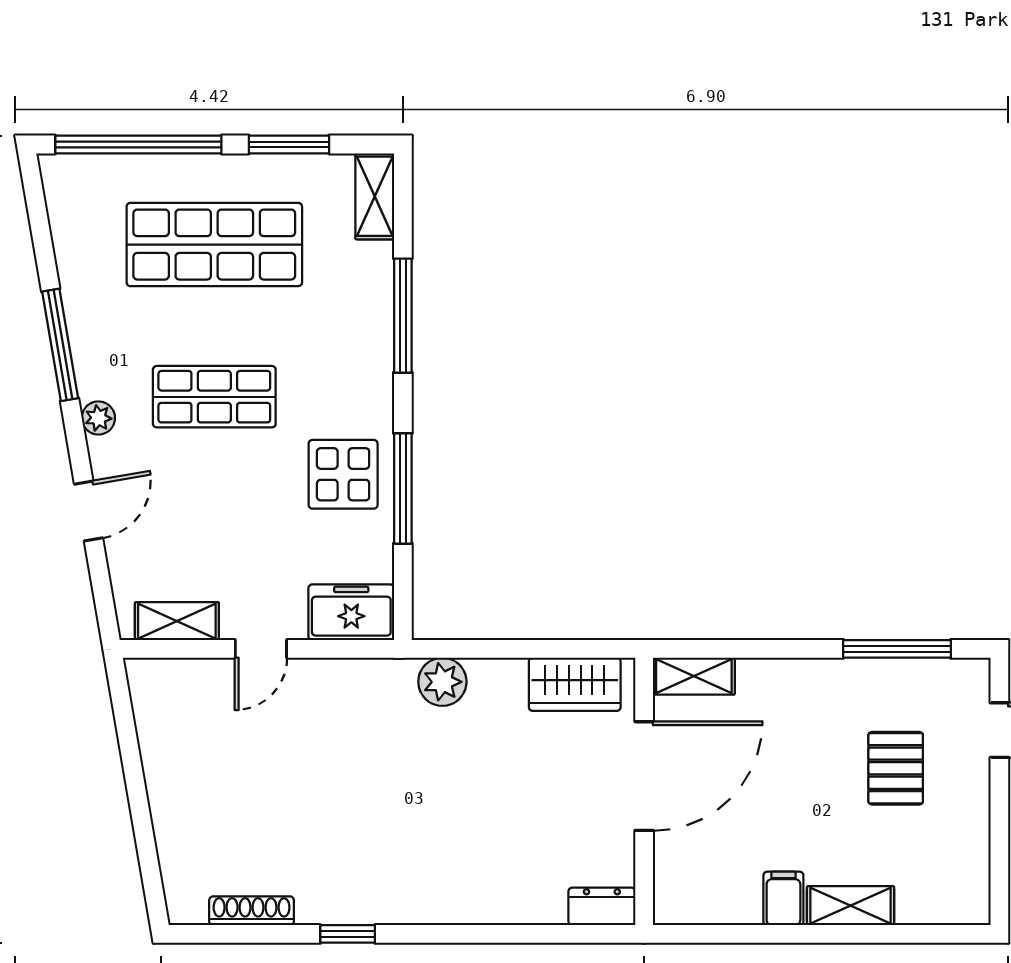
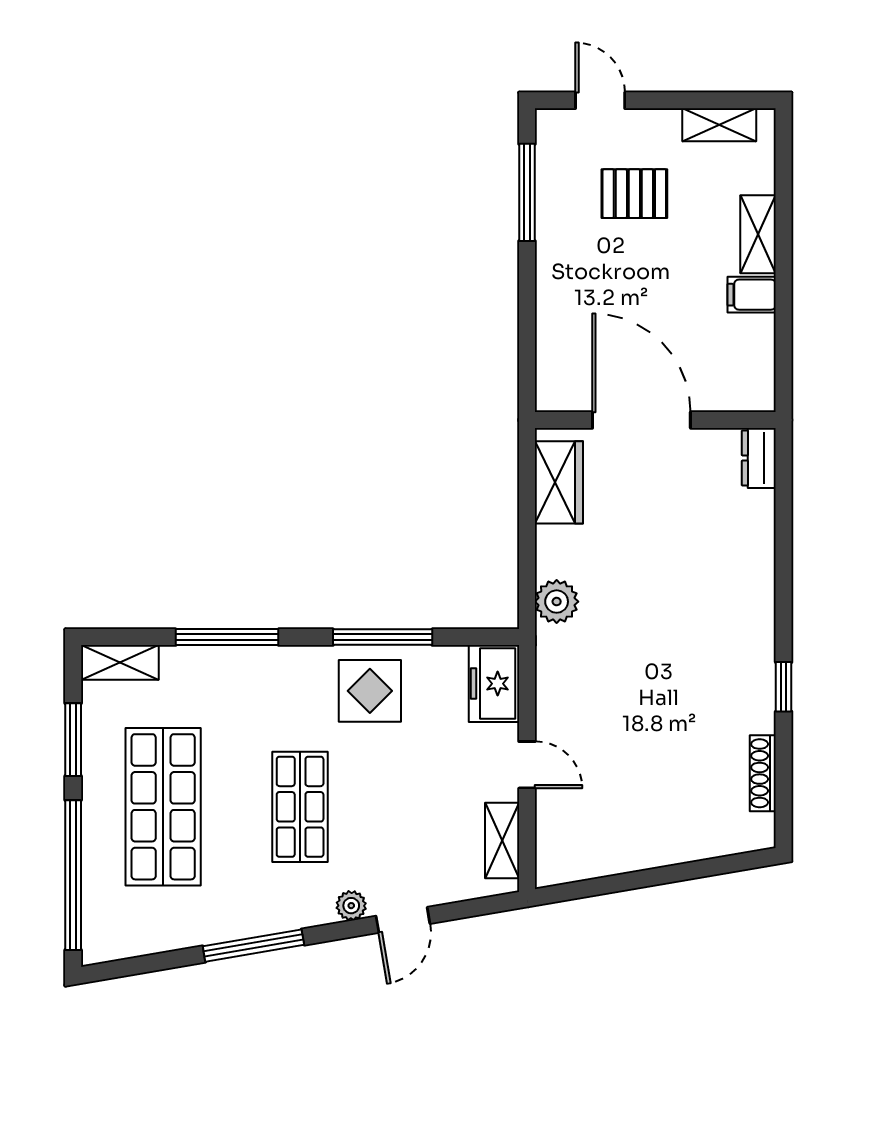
plant: (98, 418) -> (351, 906), moved
door: (89, 511) -> (403, 920), swing flipped
shelving: (694, 676) -> (719, 125), moved, turned 90

